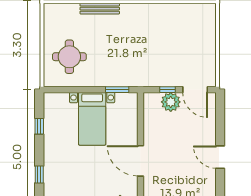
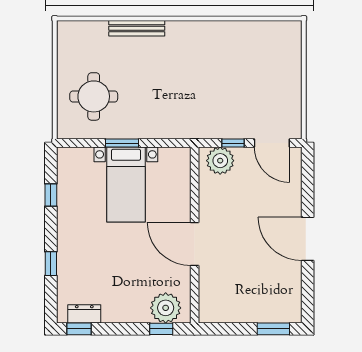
window: (117, 90) -> (122, 143), moved
plant: (171, 102) -> (220, 161), moved
door: (220, 157) -> (308, 239), width x1.36

